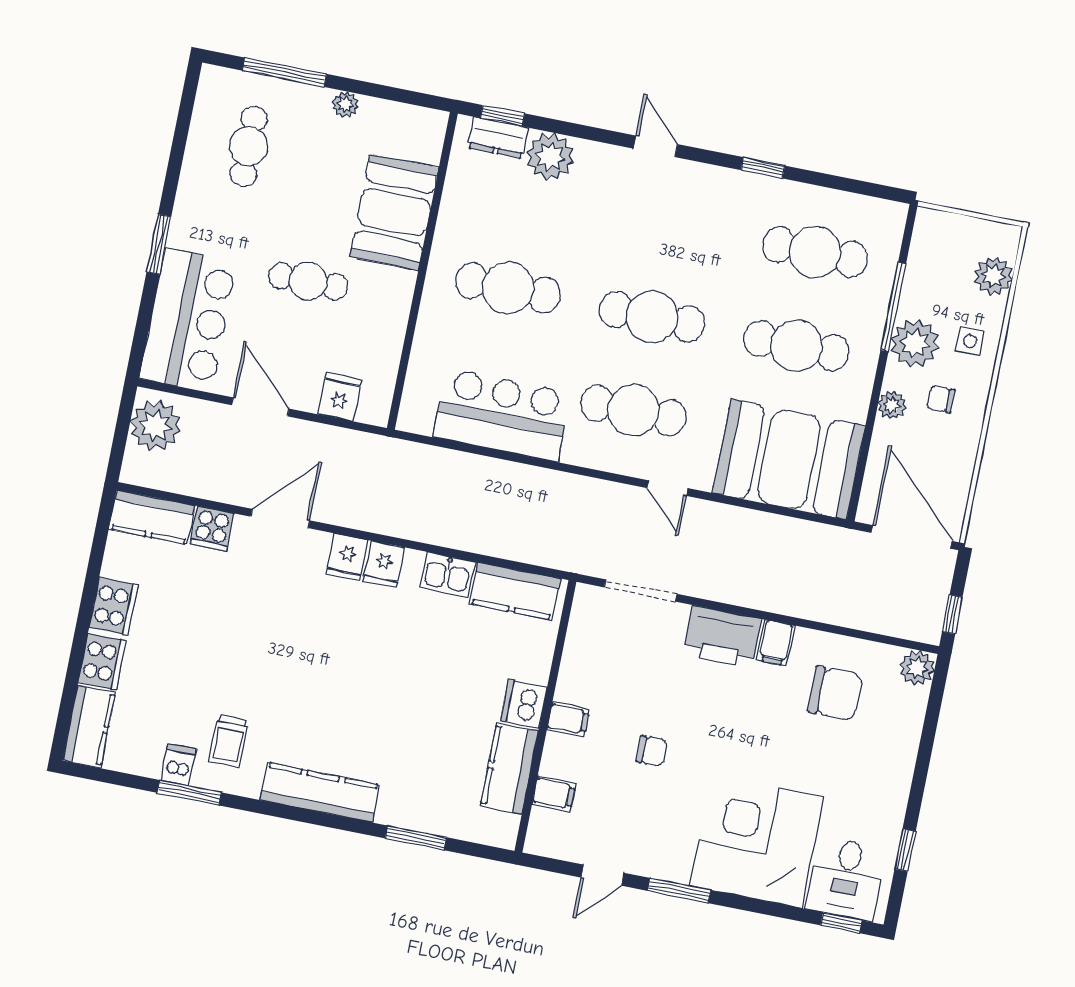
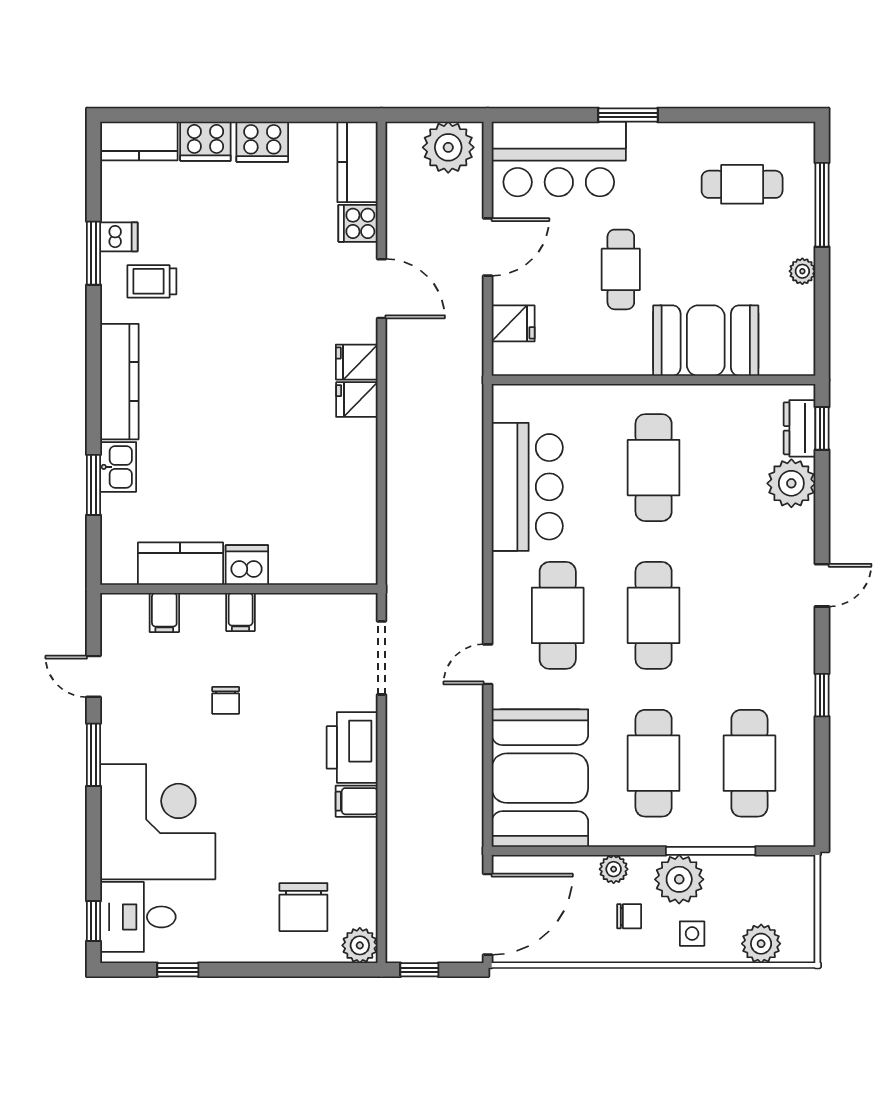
chair: (941, 399) -> (629, 916), turned 90
kitchen sink: (447, 574) -> (118, 467), moved, turned 180
kitchen counter: (515, 591) -> (356, 534), removed
chair: (835, 693) -> (303, 907), moved

